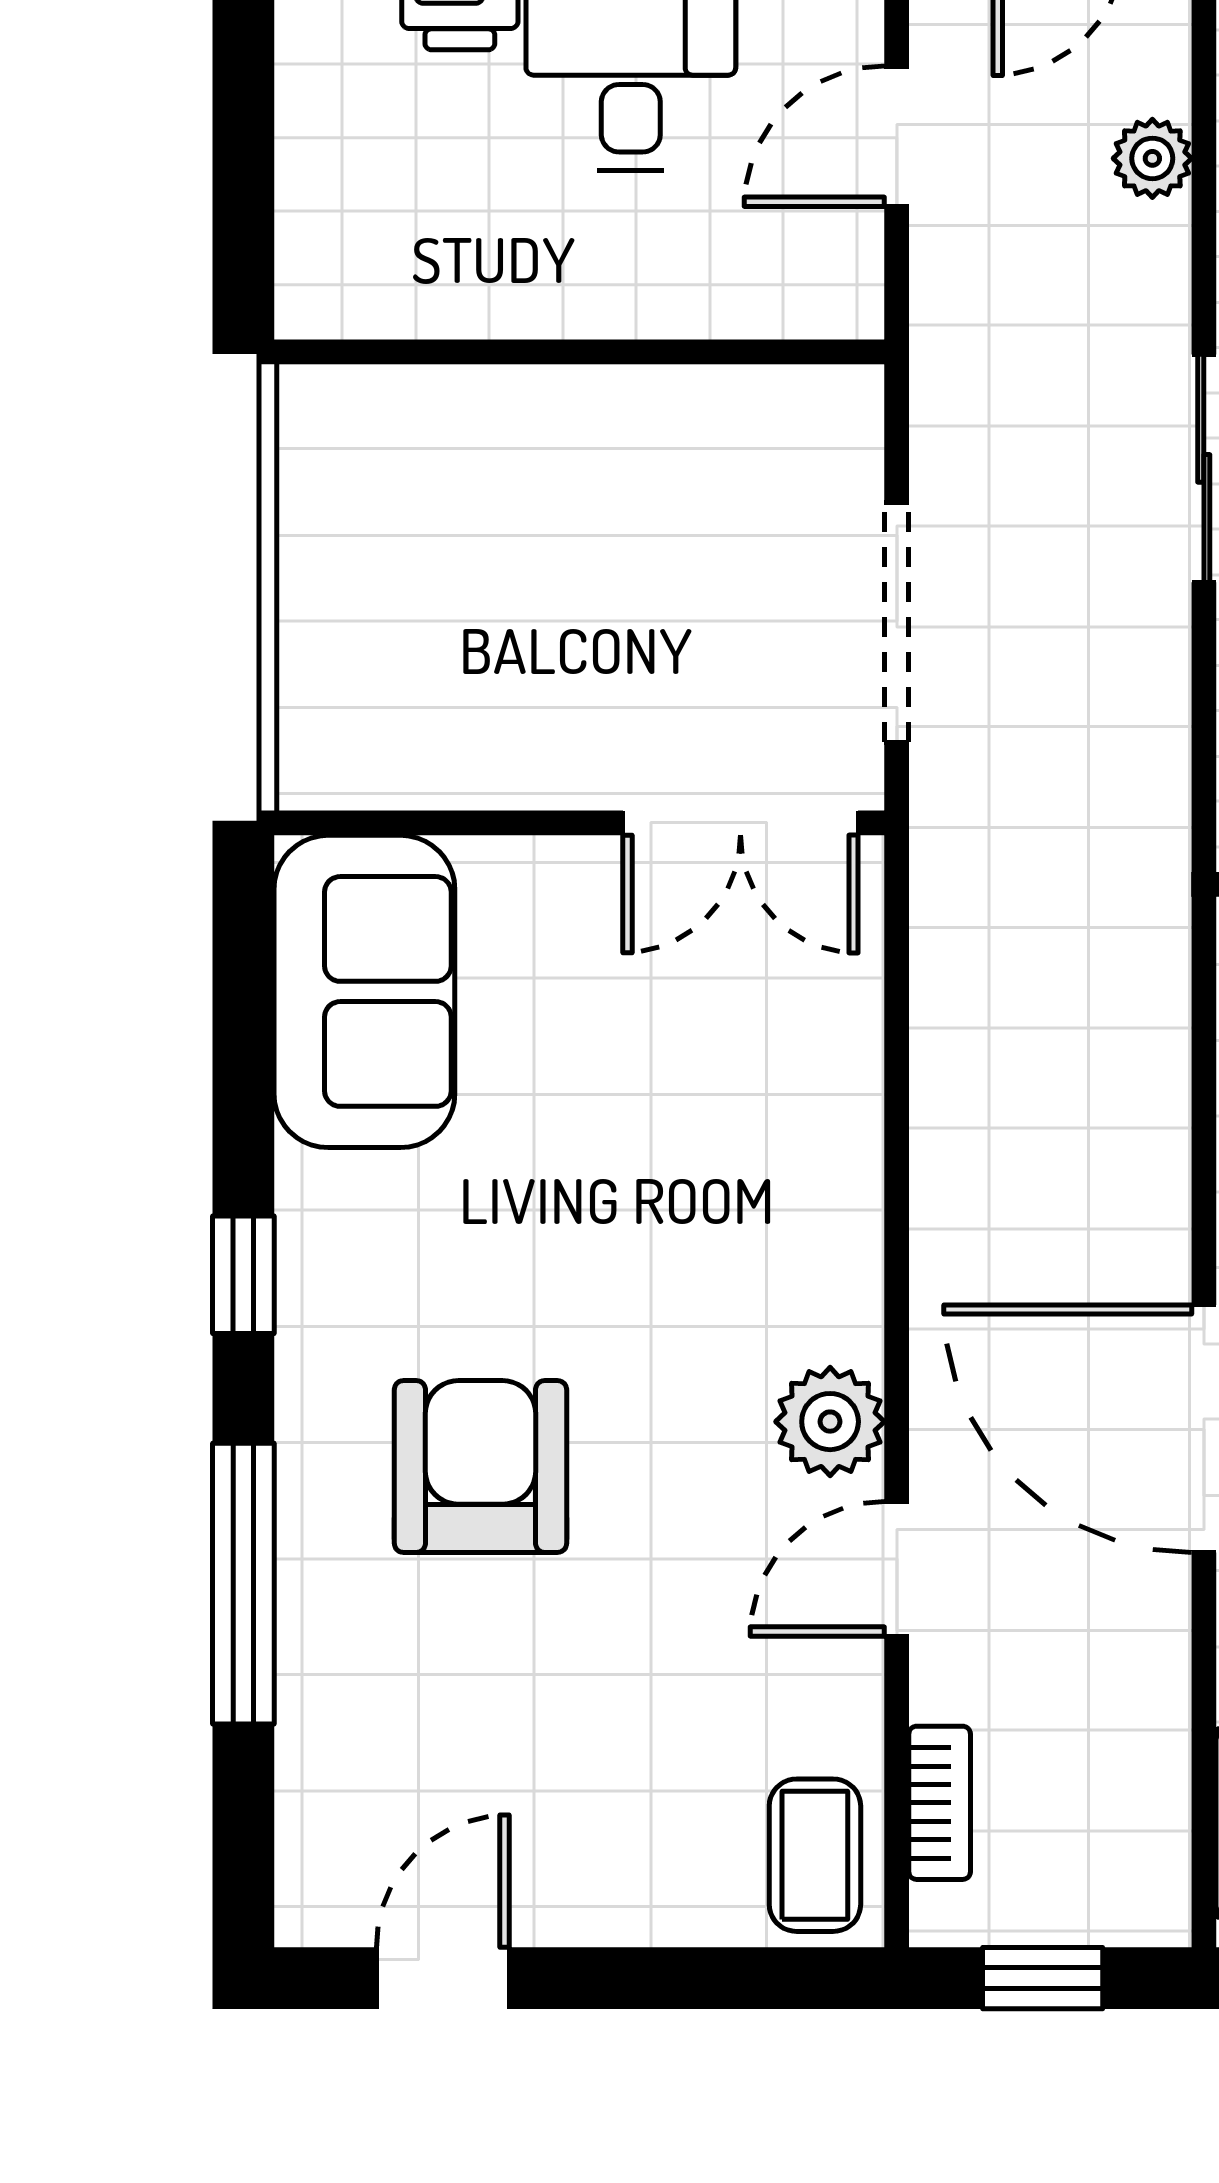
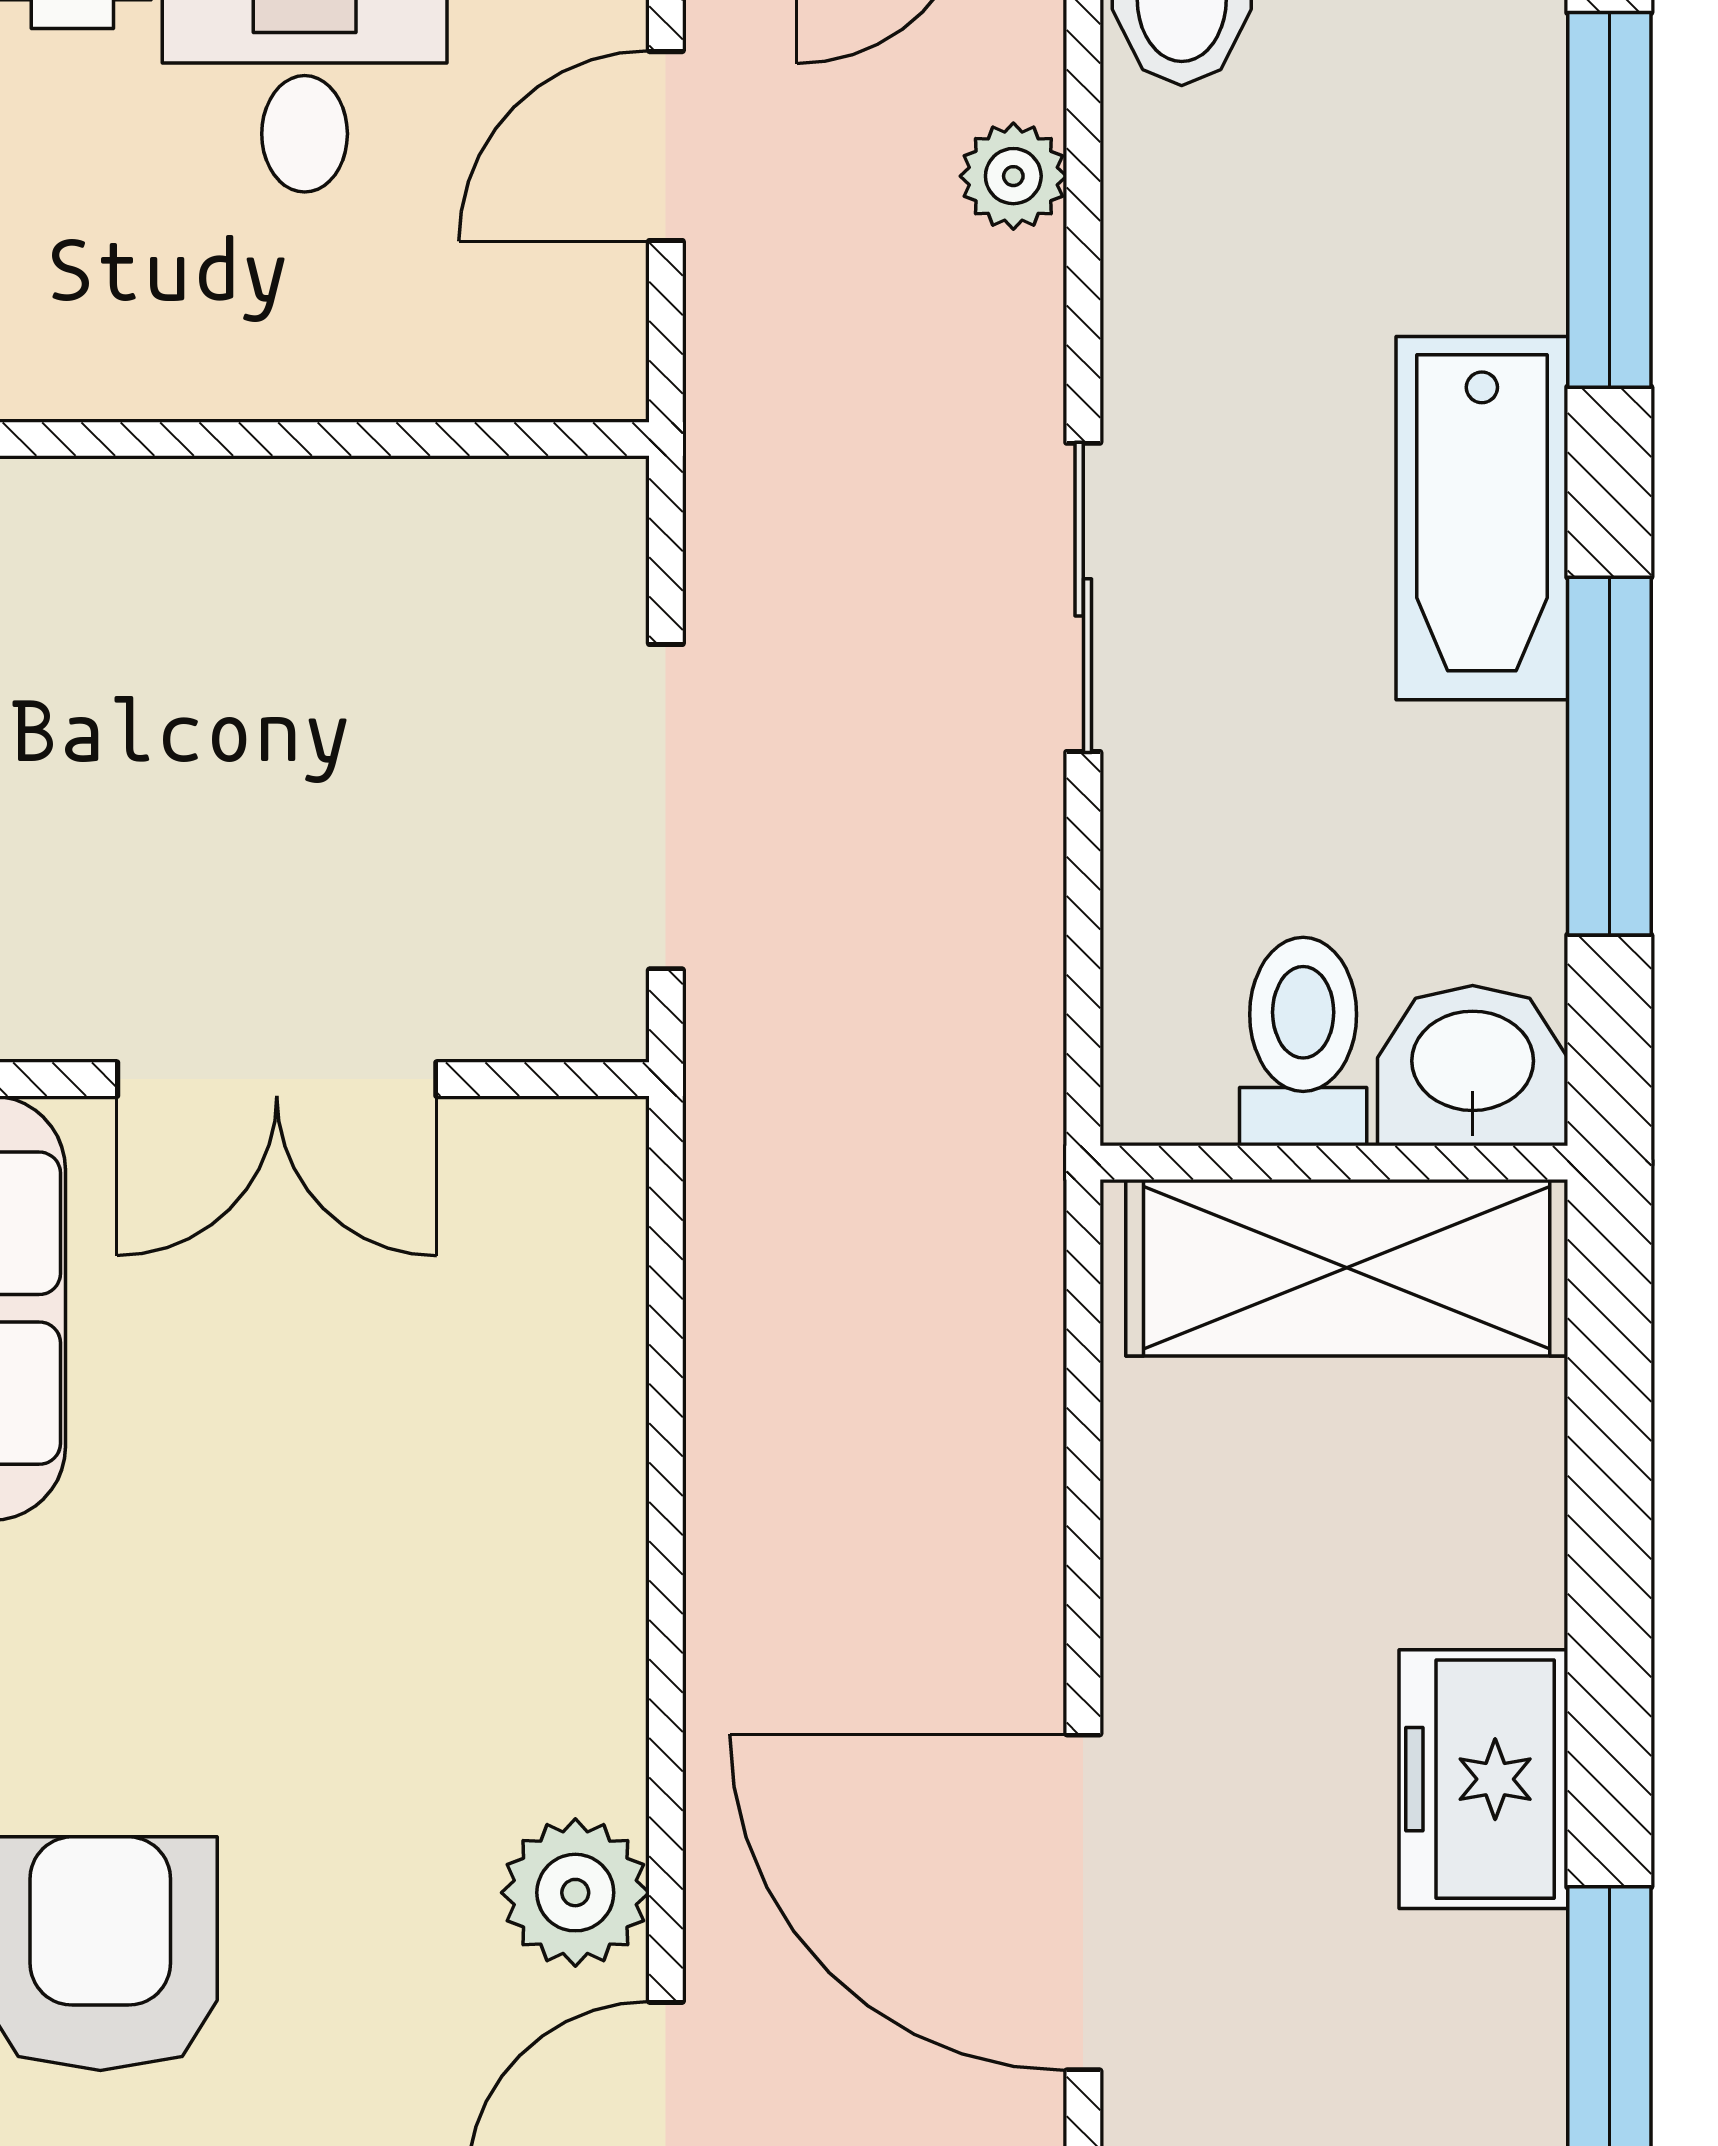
double door: (740, 823) -> (277, 1079), moved

